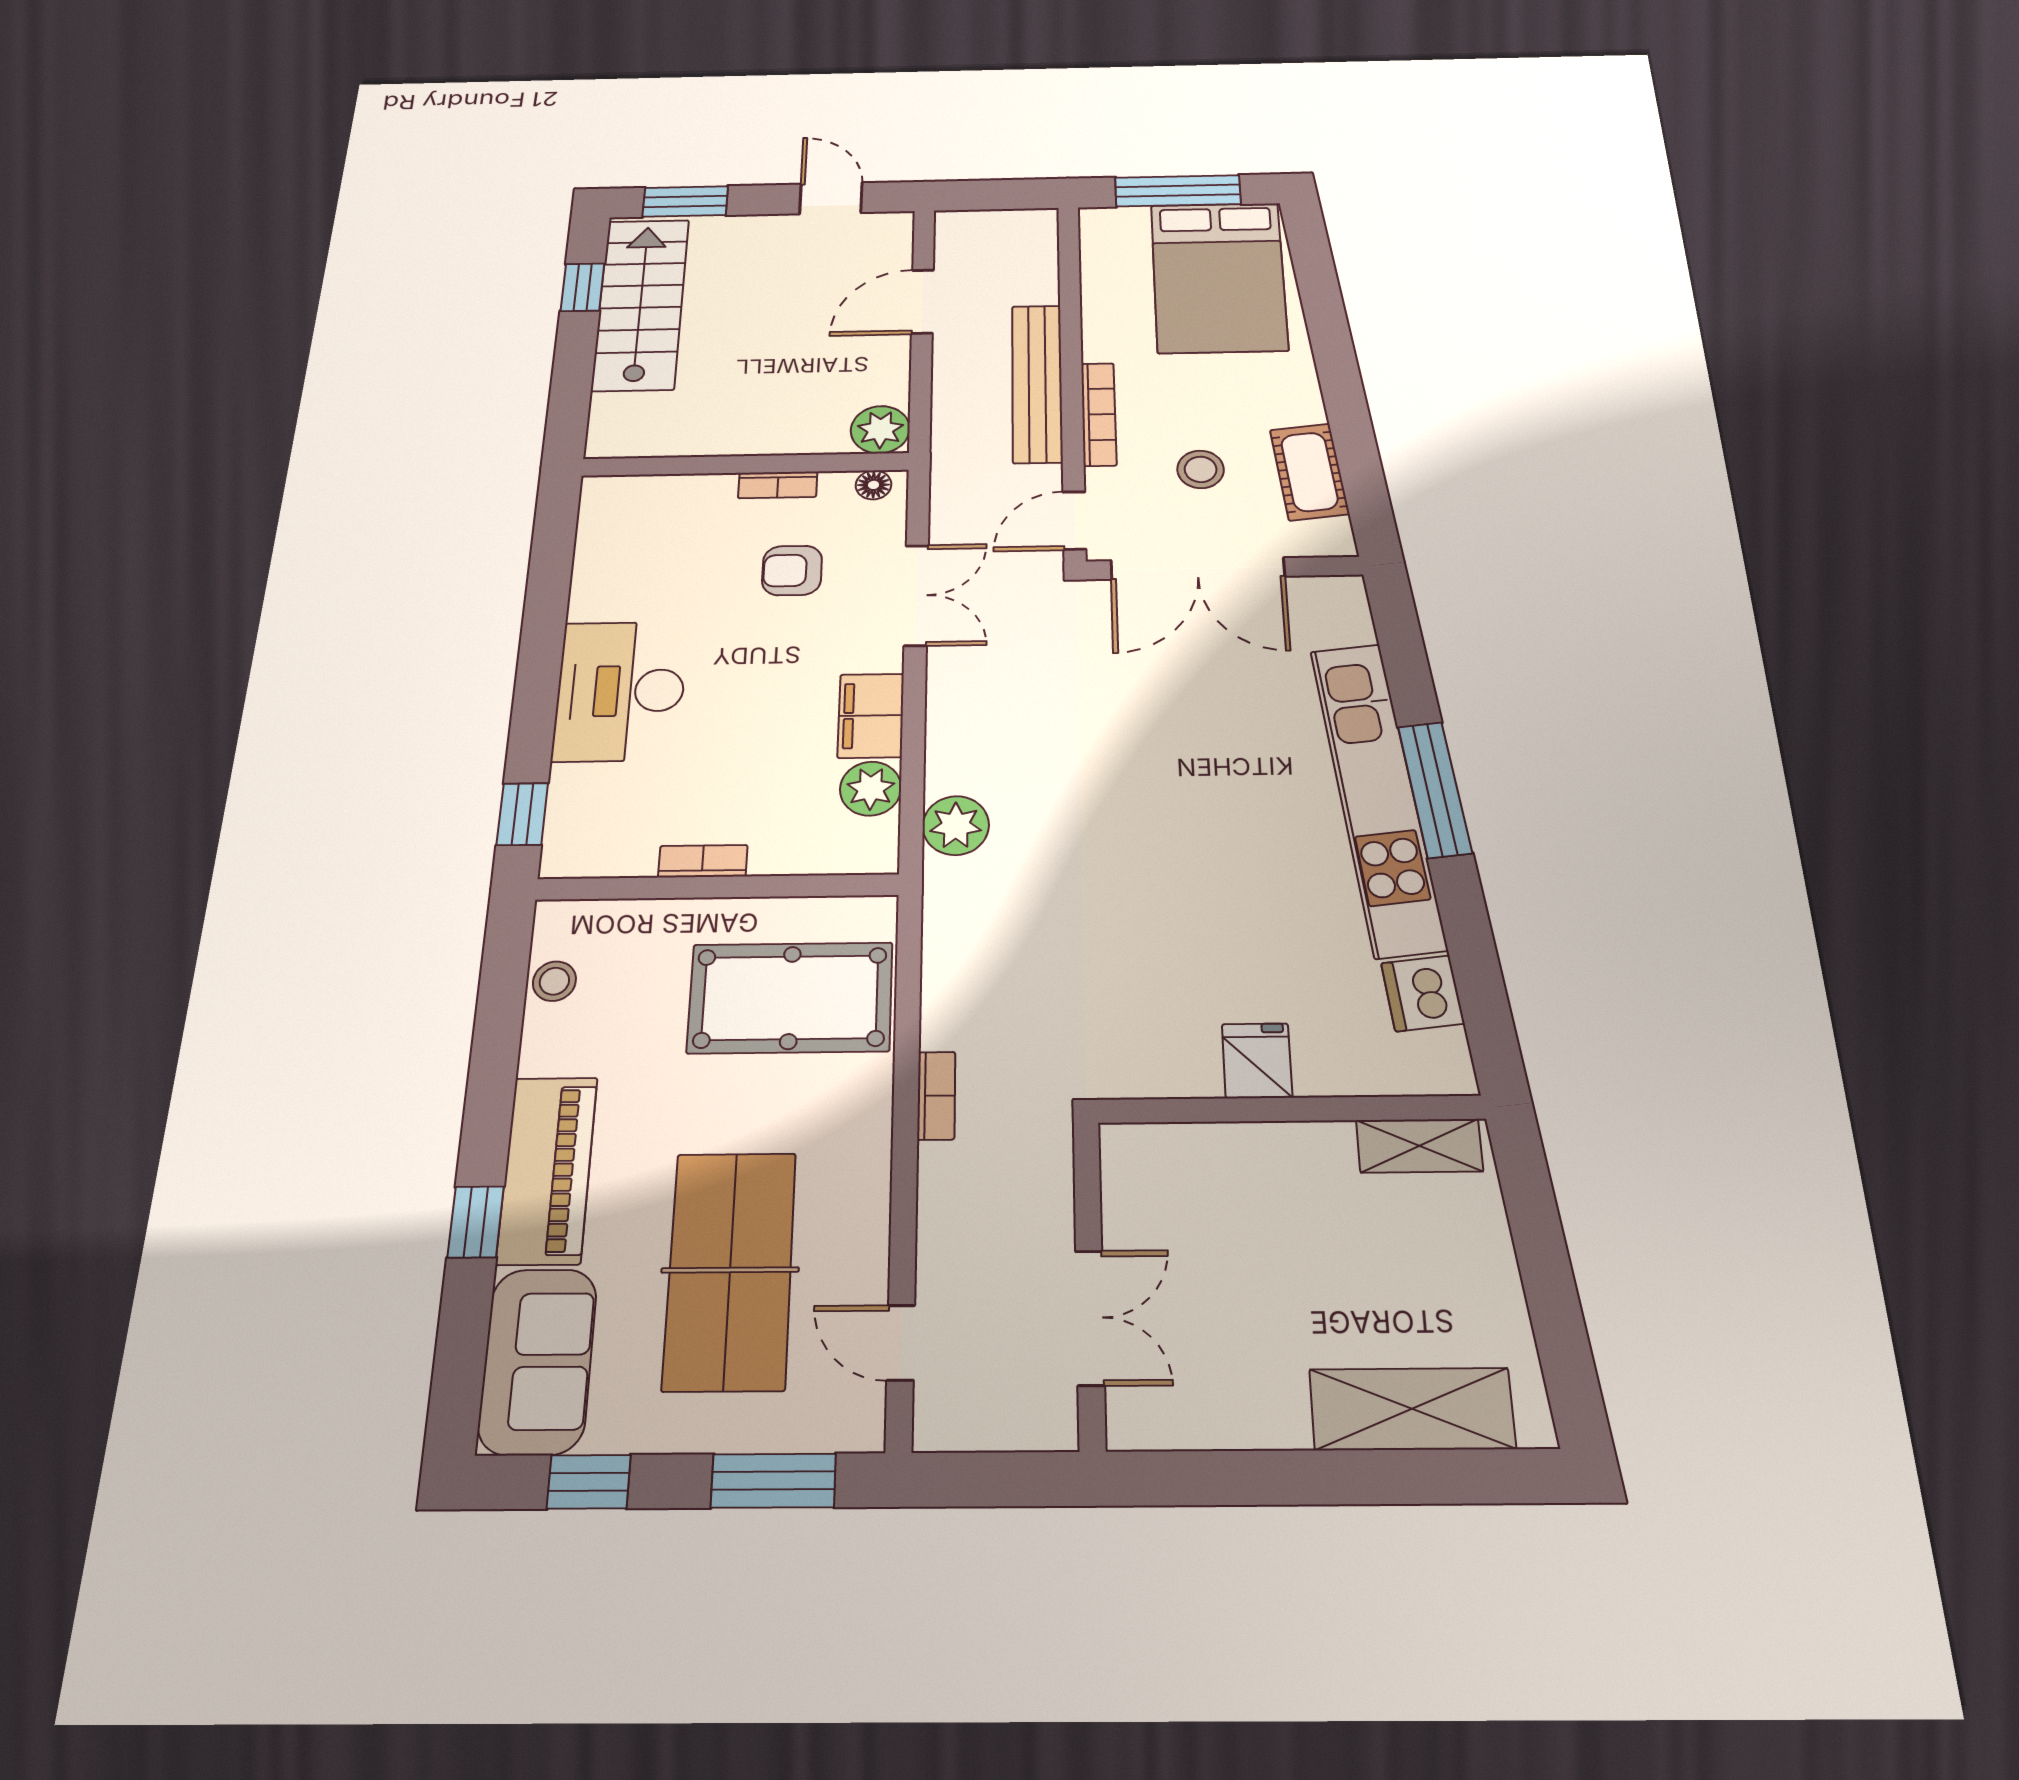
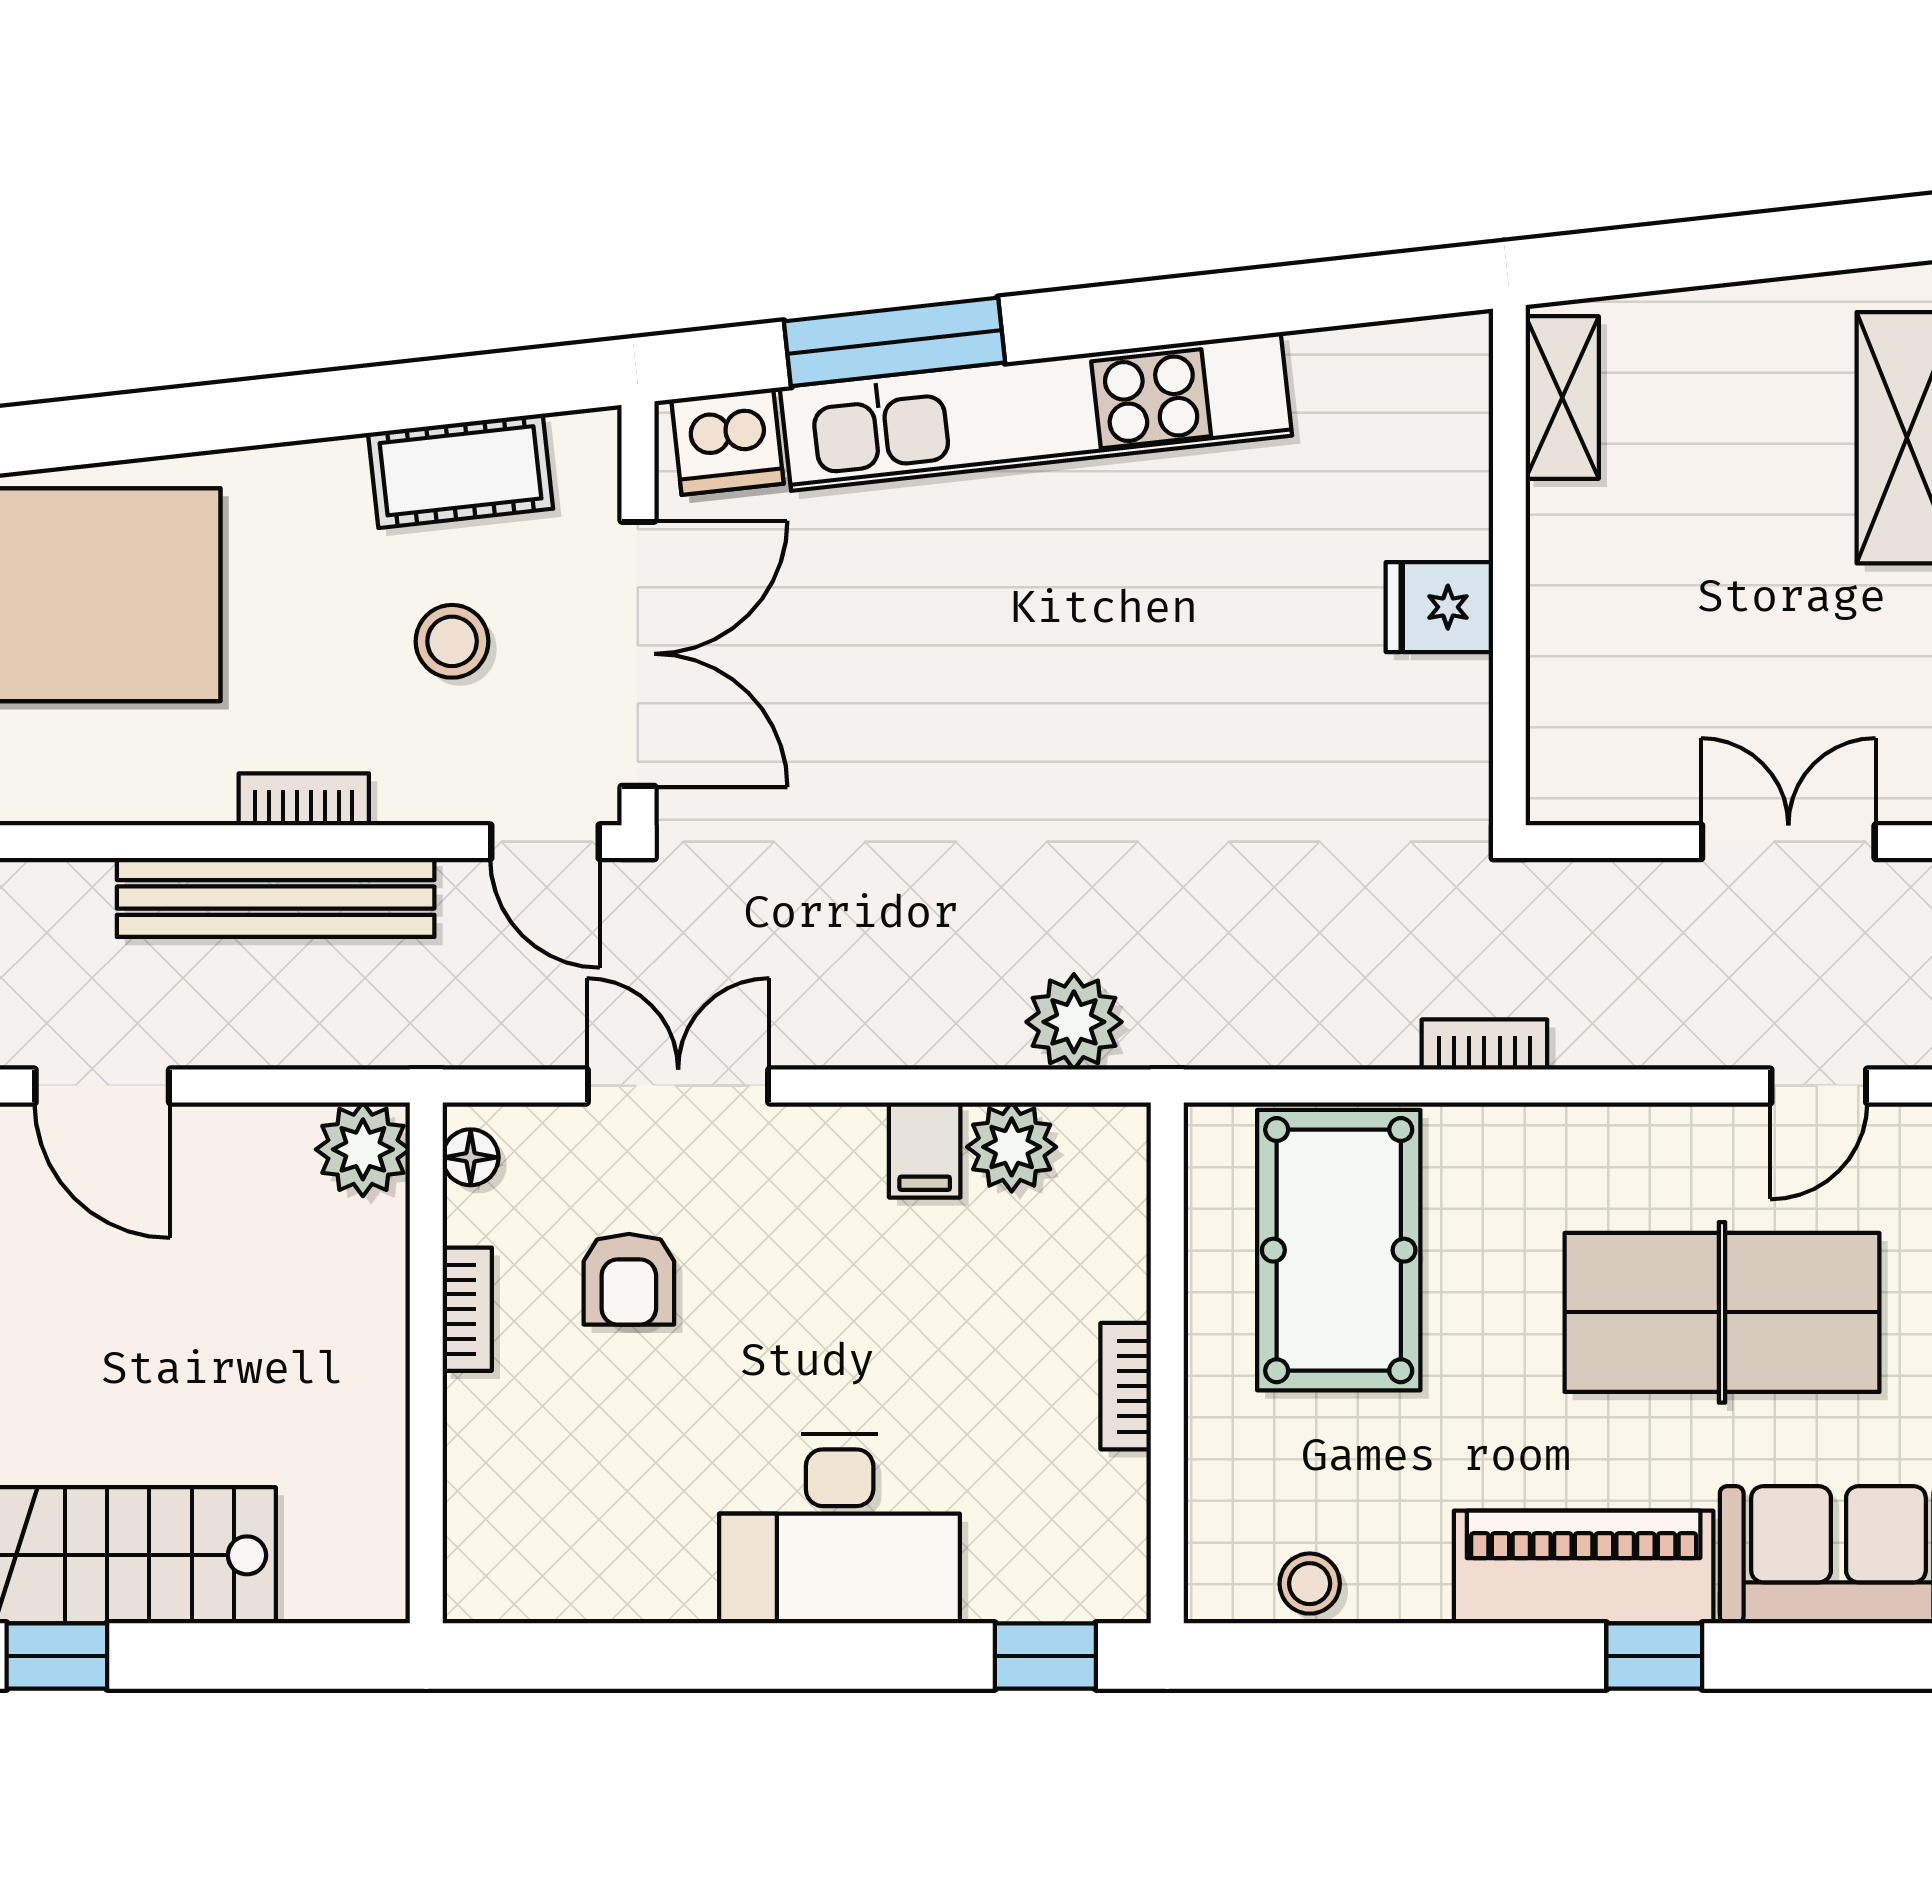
bookcase: (1099, 414) -> (304, 799), width x0.64
filing cabinet: (871, 716) -> (925, 1150), width x0.50
window: (1435, 789) -> (894, 342), moved
dishwasher: (1423, 993) -> (727, 442), moved

